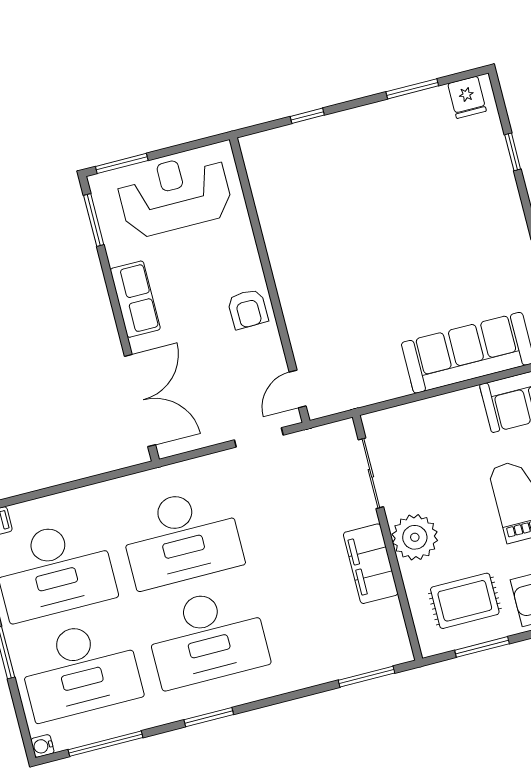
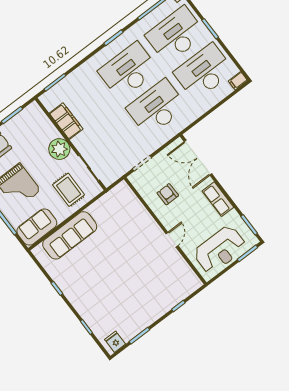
armchair: (248, 309) -> (168, 194), moved
door: (298, 389) -> (172, 240), moved
filing cabinet: (371, 564) -> (66, 121), moved
rug: (465, 601) -> (69, 190), moved, turned 90

